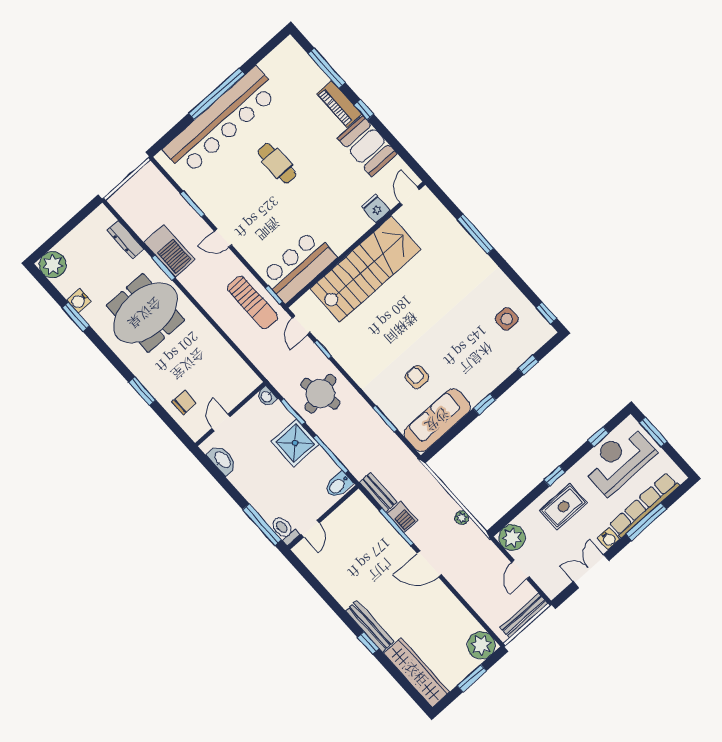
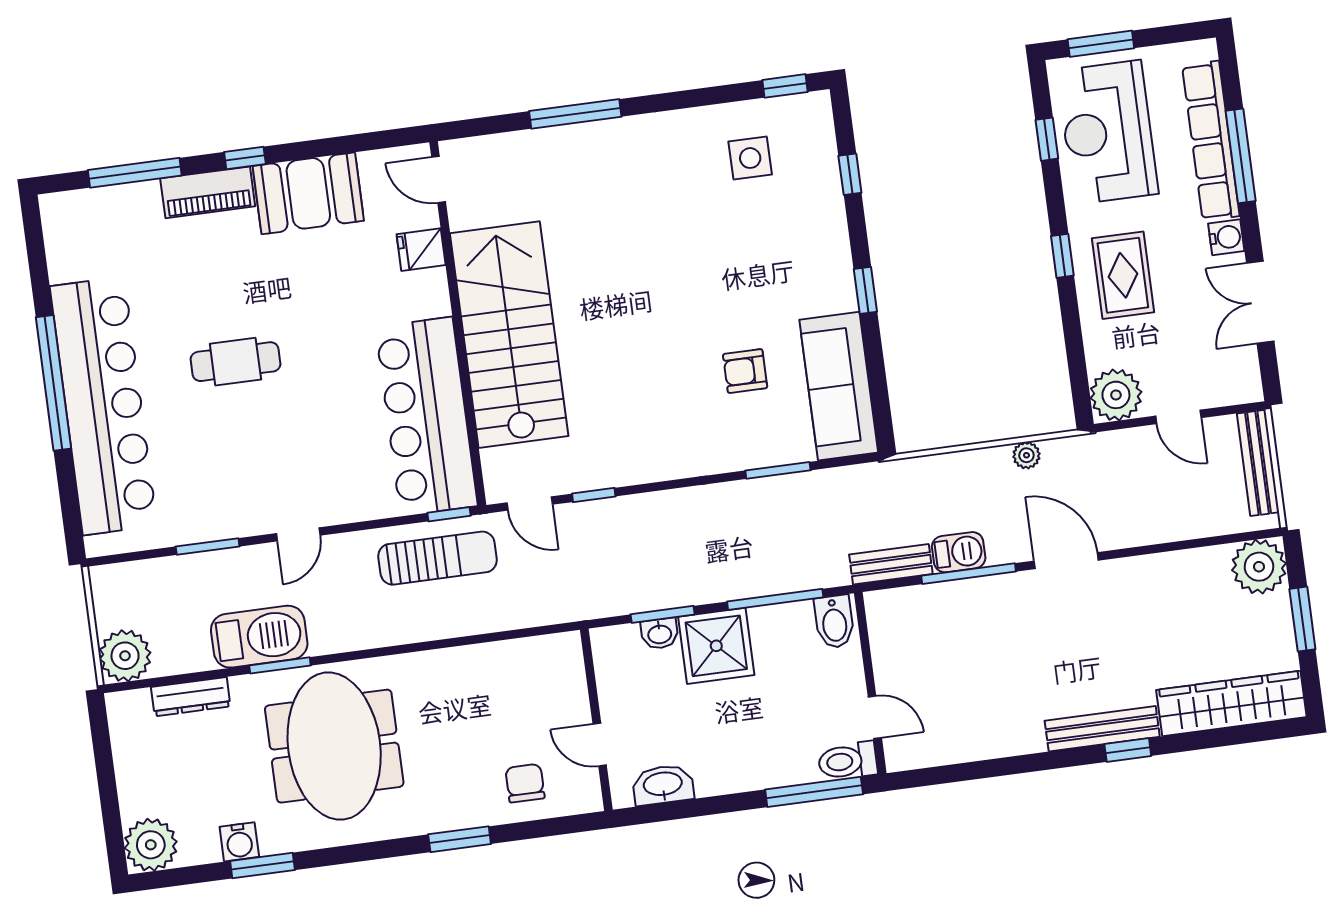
plant: (124, 201) -> (125, 656), added
bar counter: (299, 266) -> (427, 416), width x1.36
round table: (320, 394) -> (664, 549), removed
washbasin: (267, 396) -> (660, 634), moved
door: (429, 564) -> (1066, 561), swing flipped

